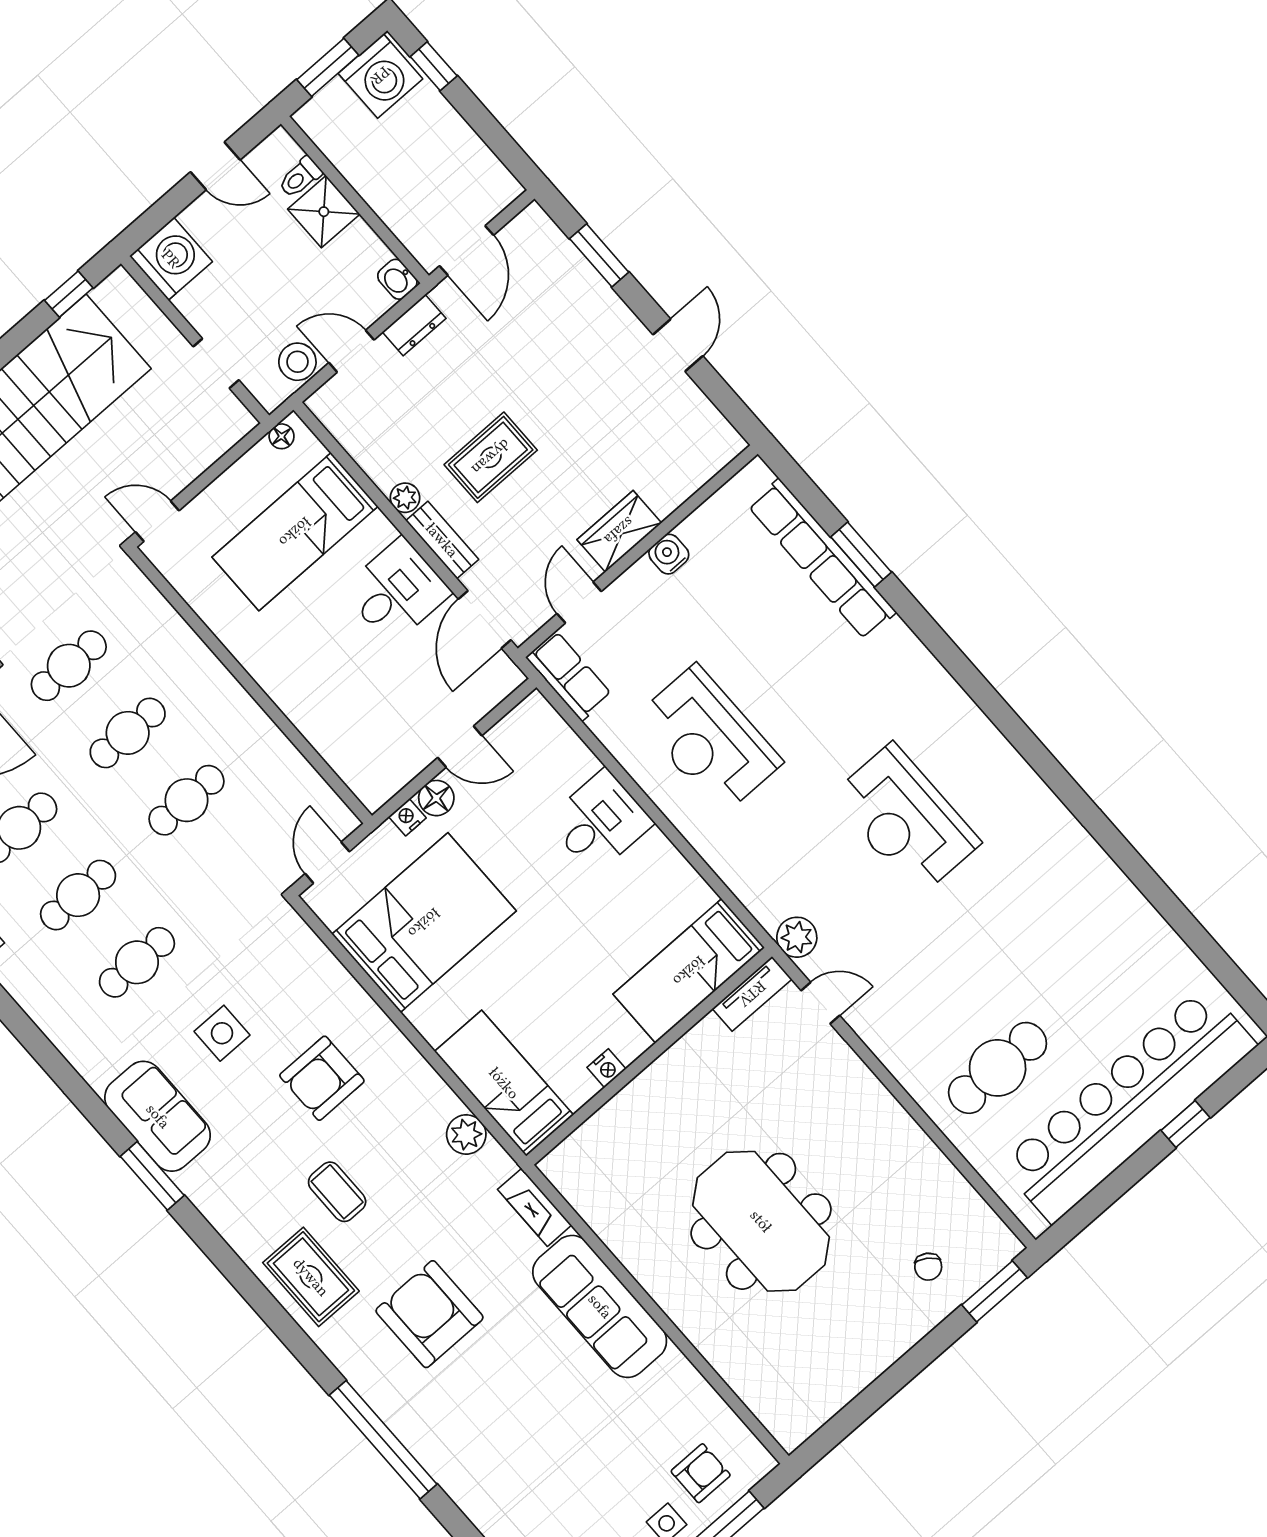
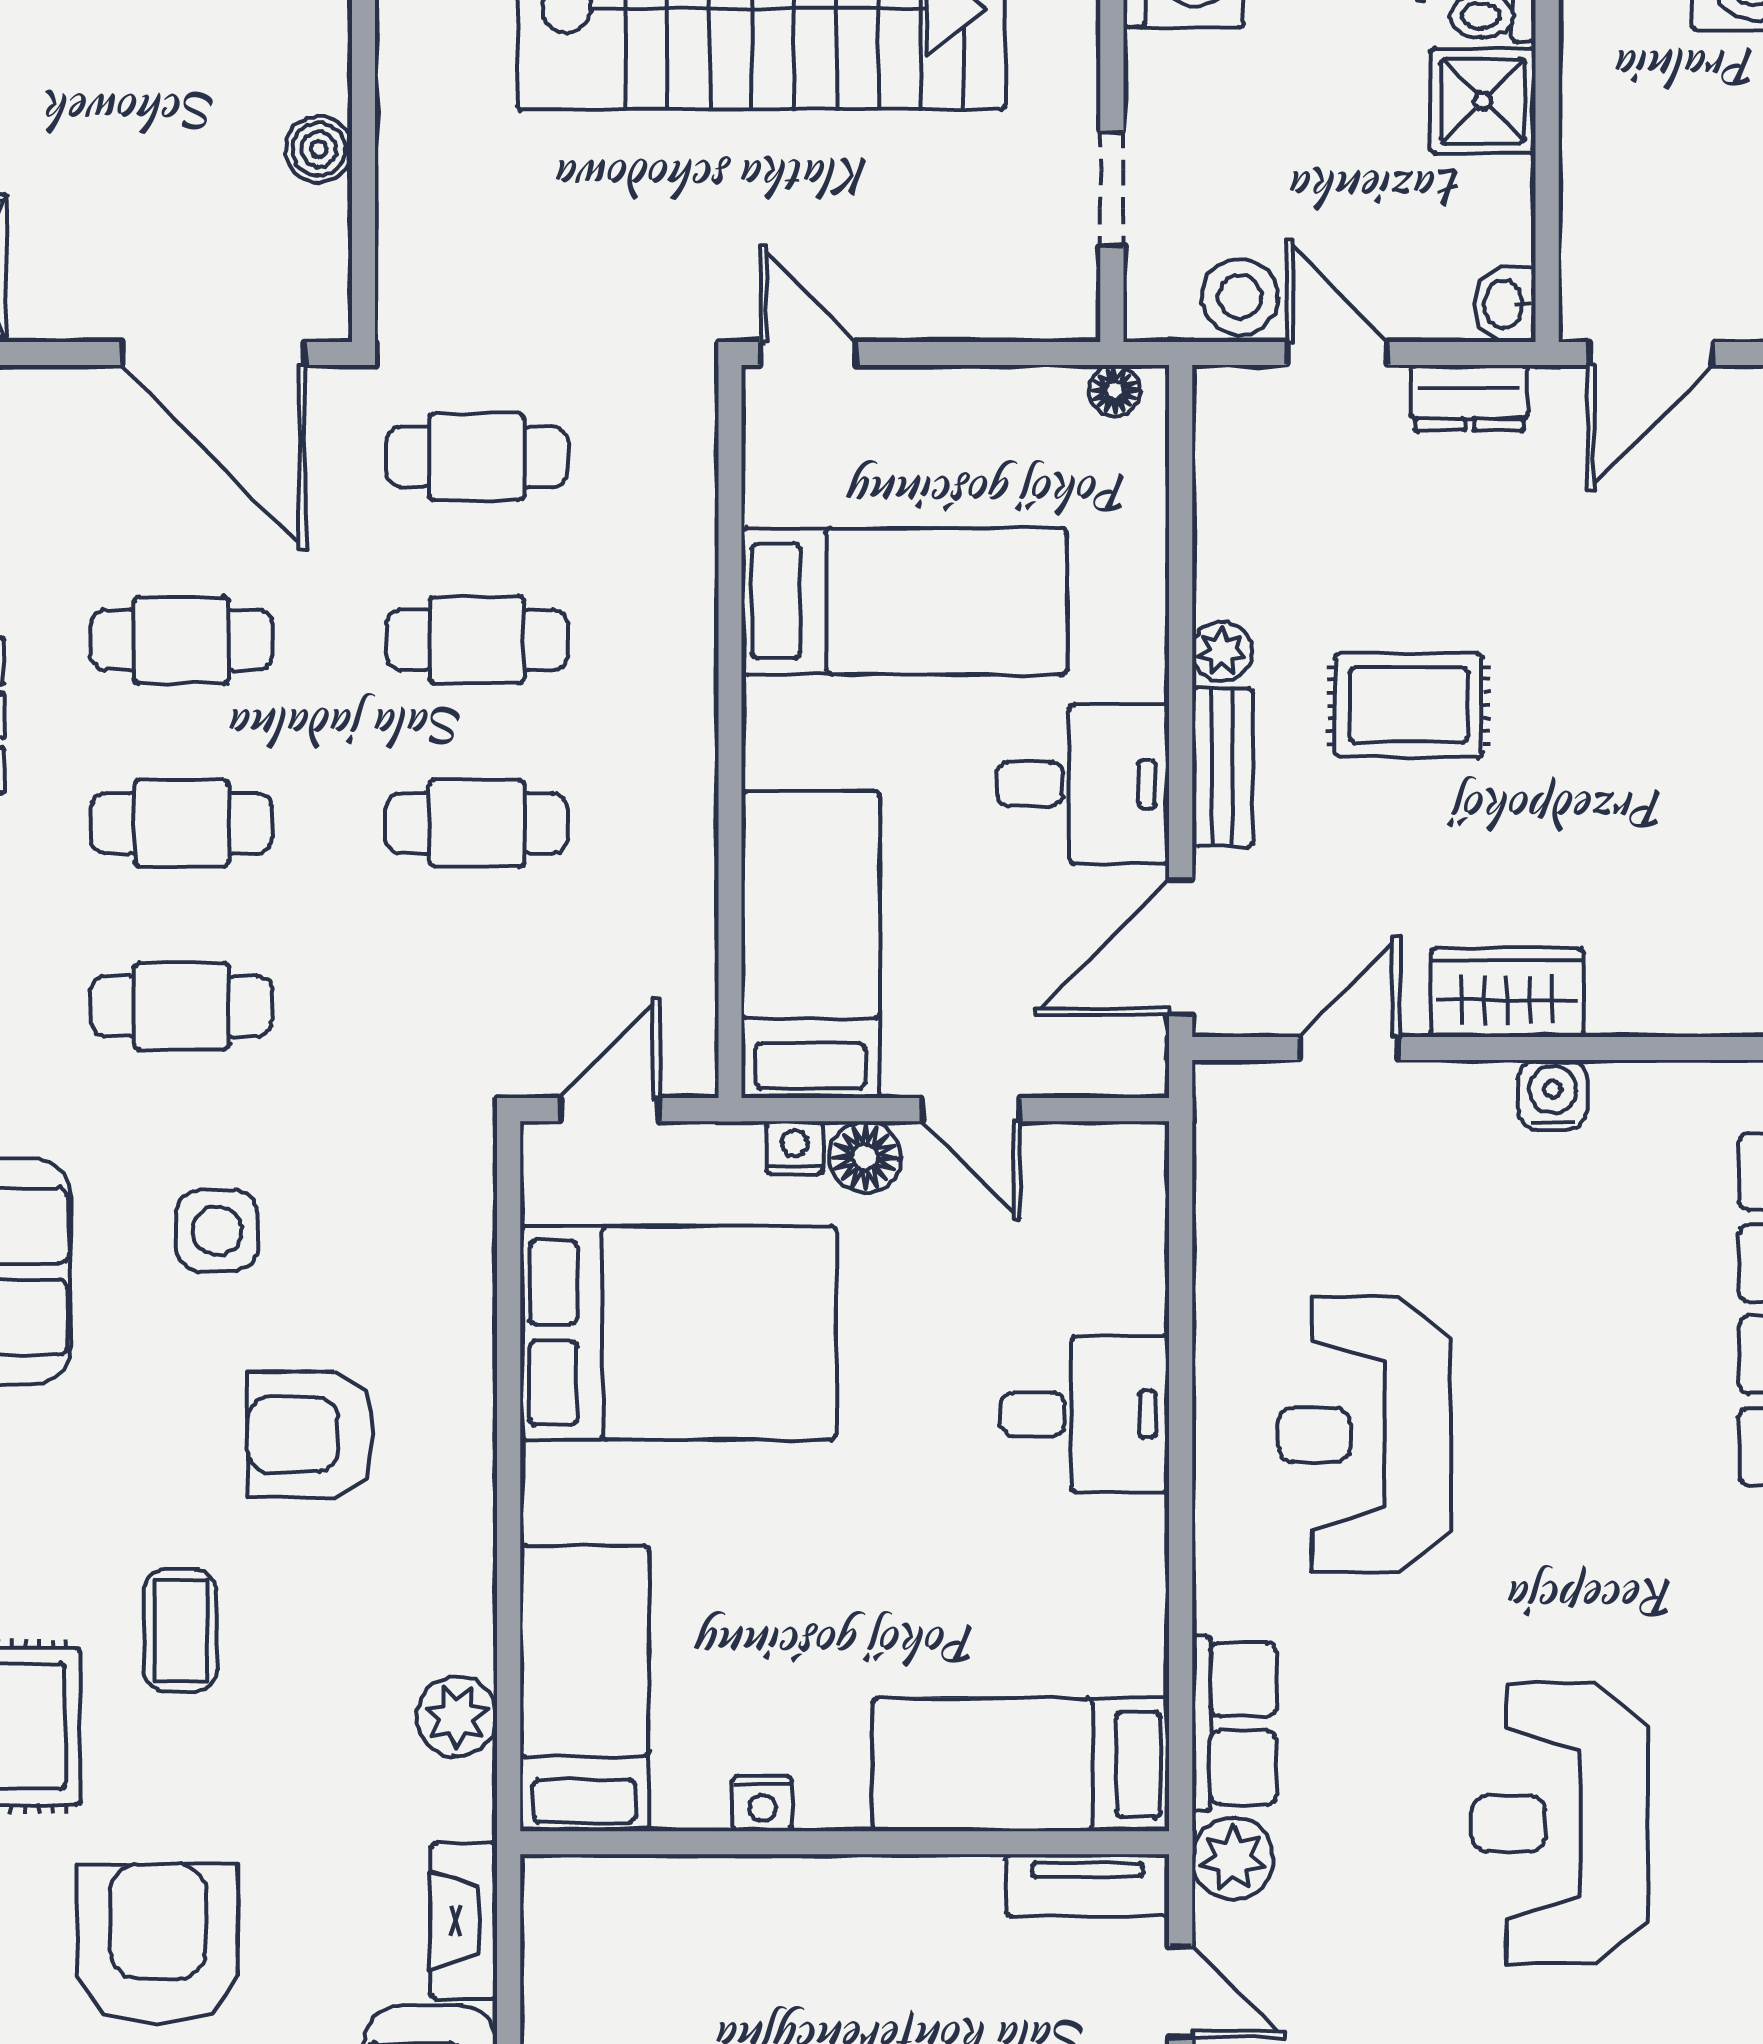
bed: (295, 532) -> (904, 601), moved, turned 180
row of seats: (569, 676) -> (1234, 1723), moved
bed: (348, 737) -> (811, 945), added

